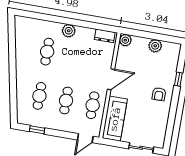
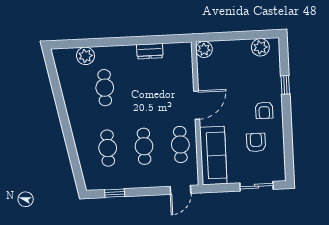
plant: (69, 31) -> (86, 56), moved
dresser: (105, 36) -> (150, 51), moved
plant: (155, 46) -> (260, 47), moved
armchair: (148, 116) -> (256, 142), added

